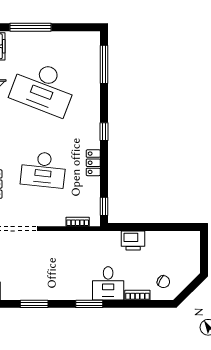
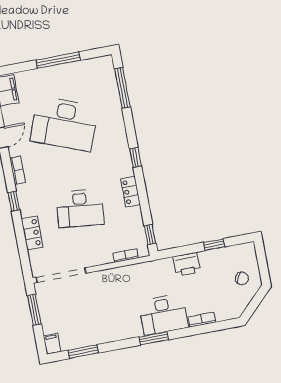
window: (30, 27) -> (58, 60), moved
window: (162, 227) -> (214, 245), added
chair: (163, 282) -> (242, 278), moved
desk: (108, 283) -> (163, 314), width x1.37
window: (34, 304) -> (83, 352), moved

